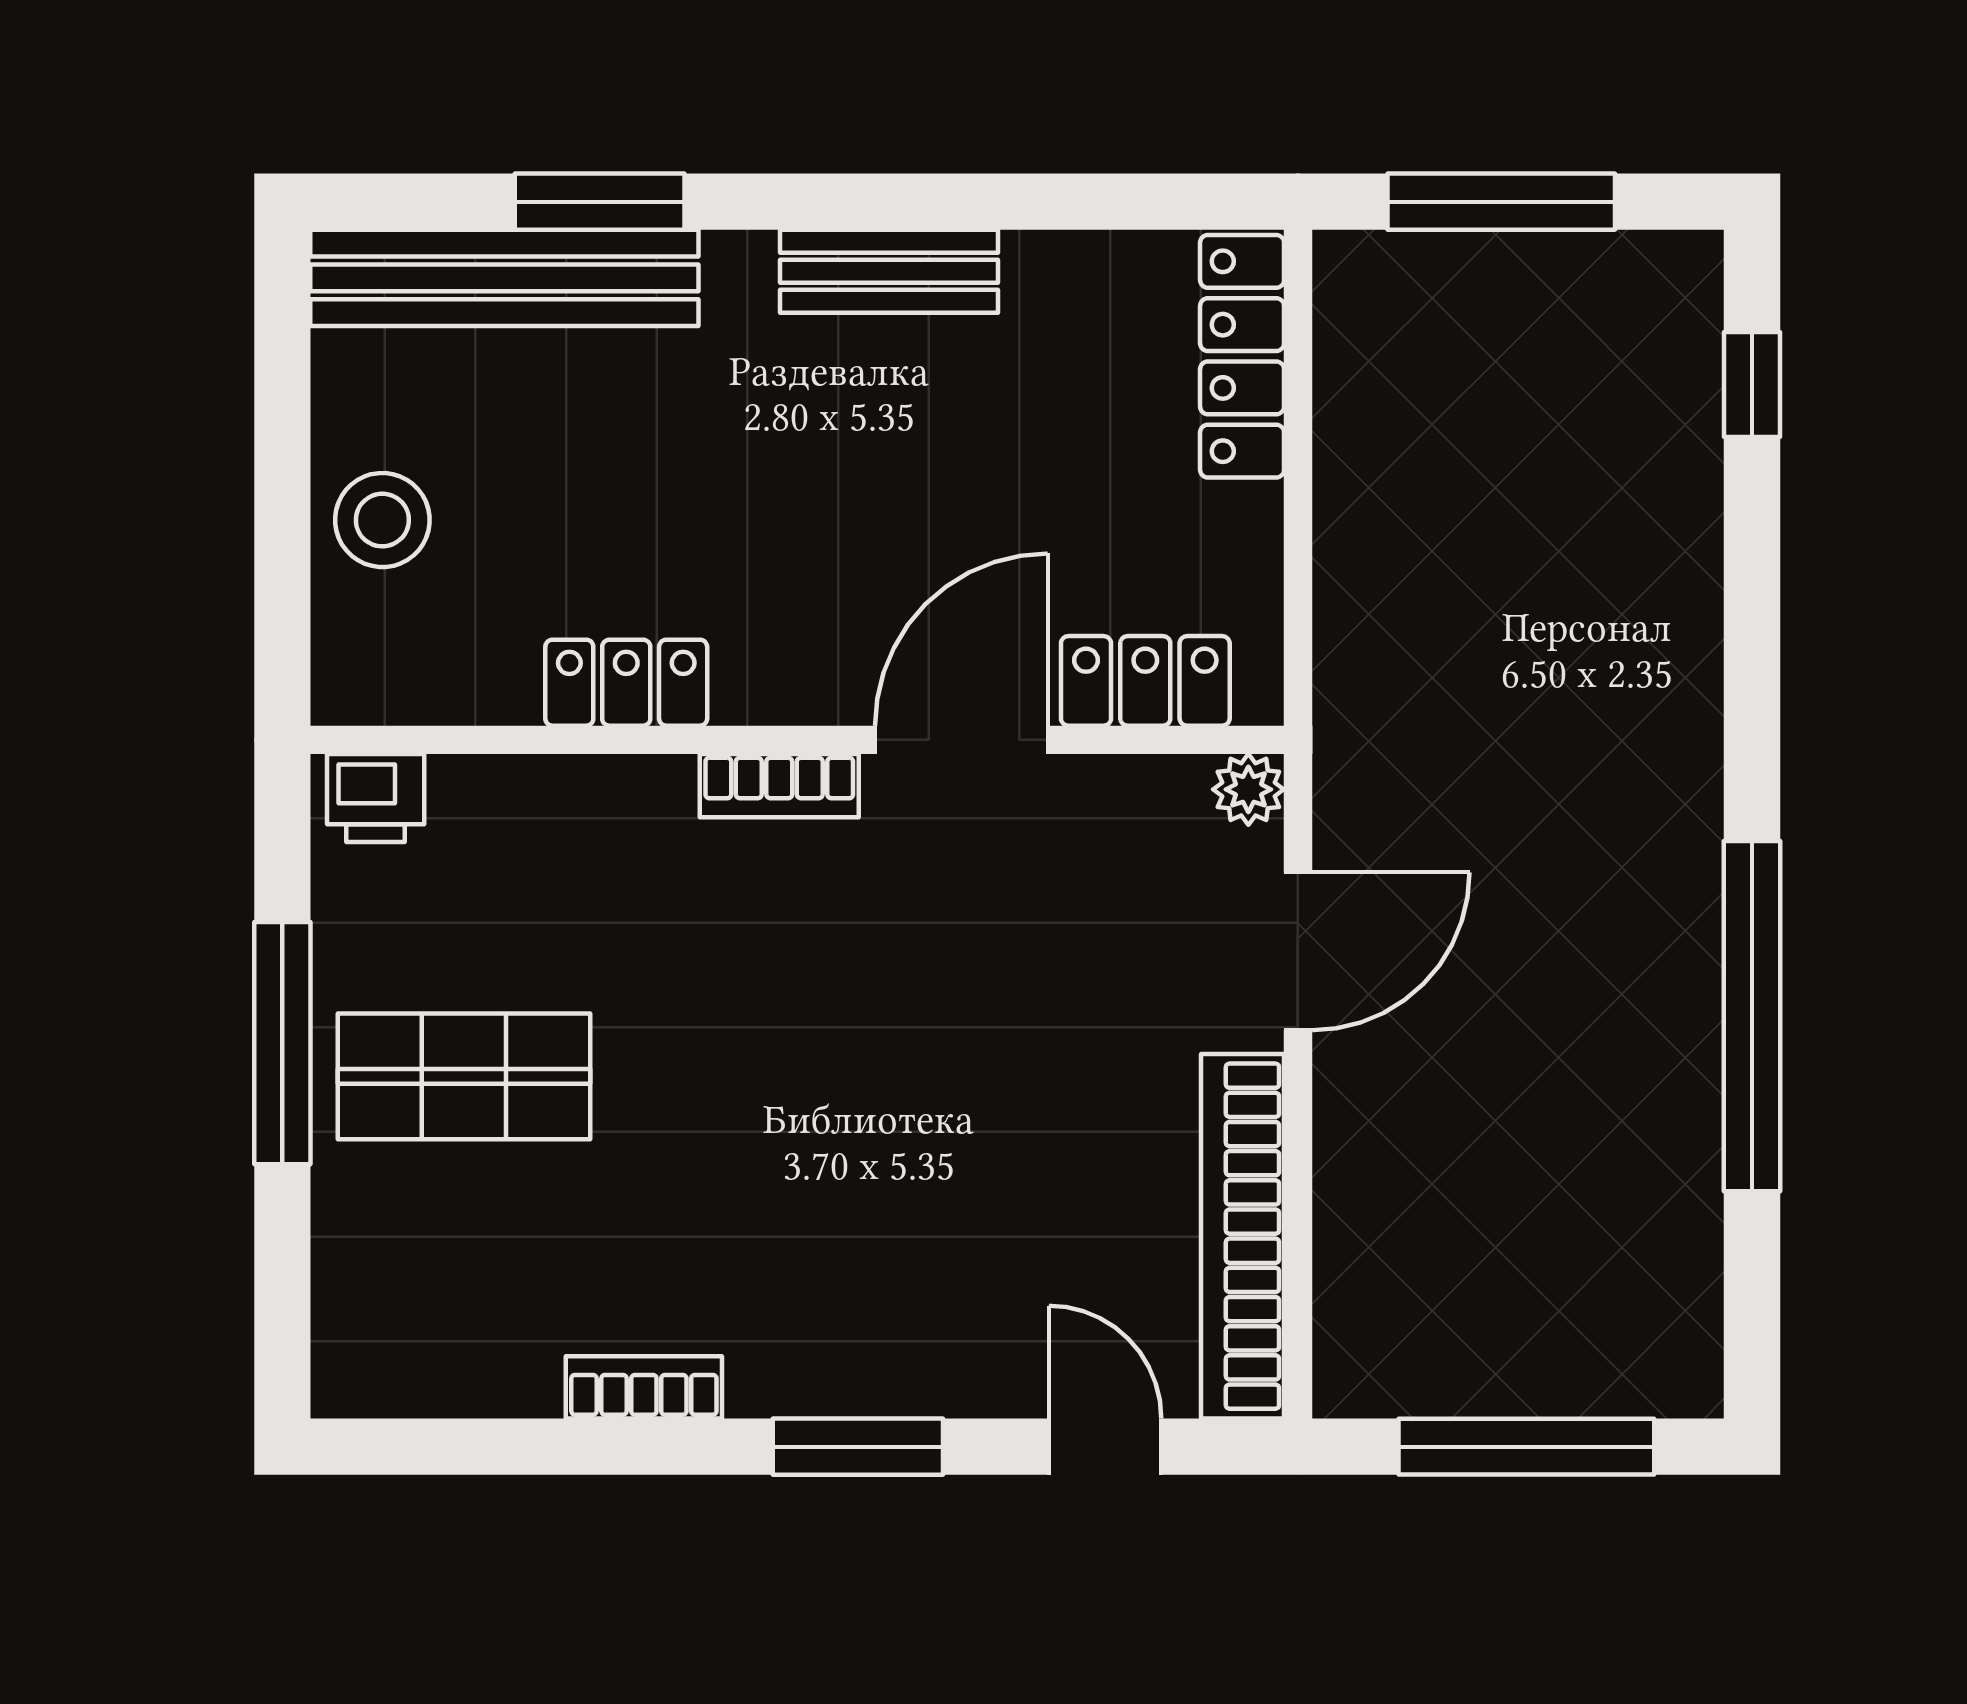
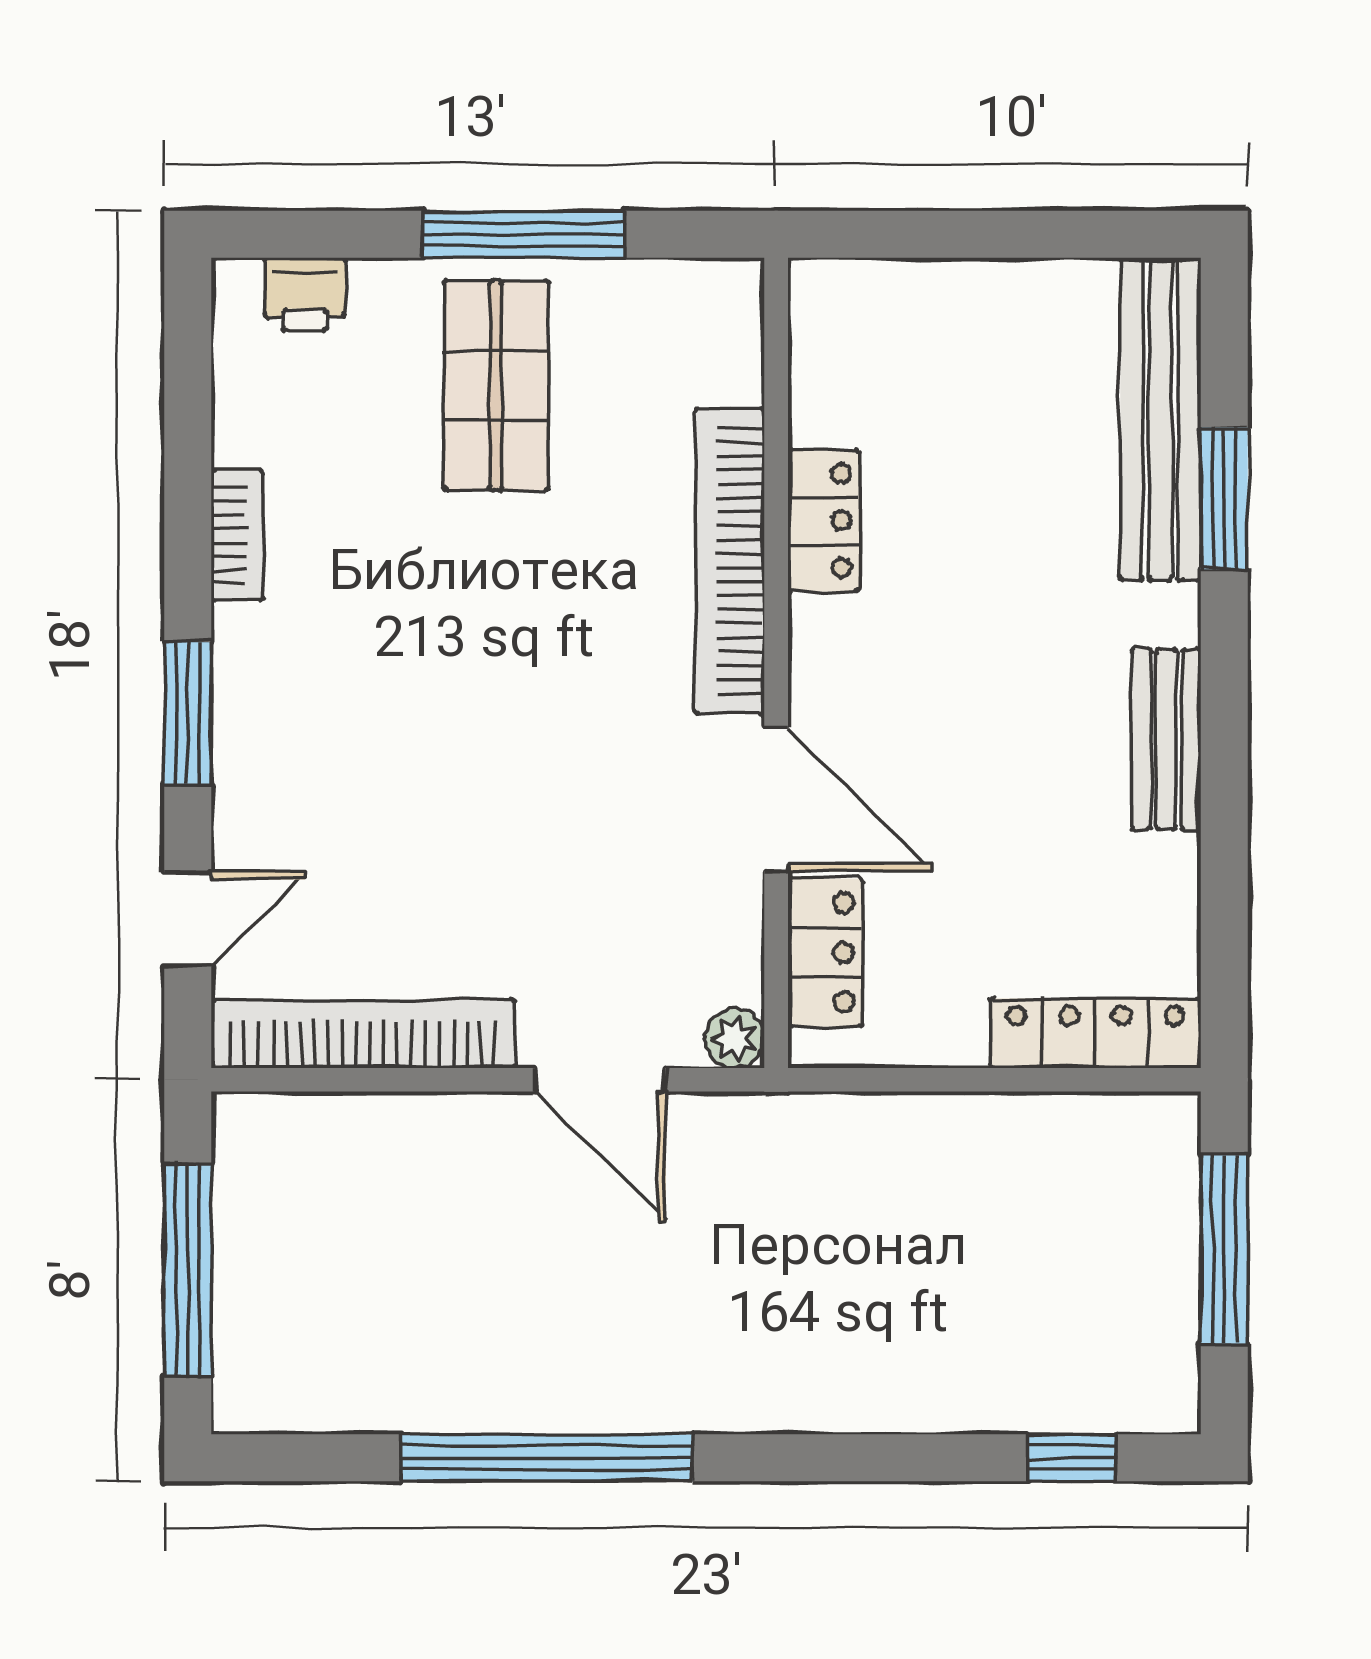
stool: (382, 520) -> (959, 317), removed
bookcase: (779, 786) -> (730, 561), width x2.31, depth x1.31
printer: (376, 798) -> (305, 294), moved, turned -90

